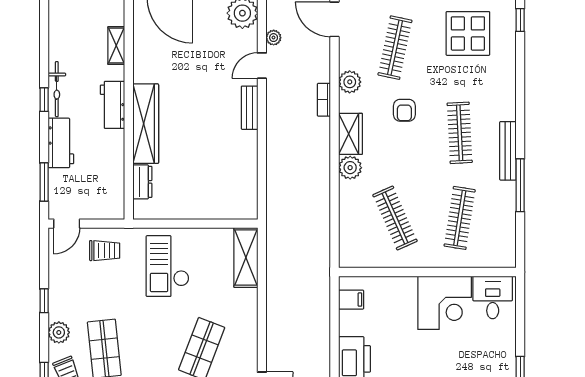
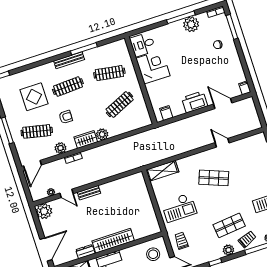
display table: (468, 33) -> (34, 97), moved
dresser: (142, 182) -> (85, 252), moved
stool: (96, 190) -> (153, 254), added

